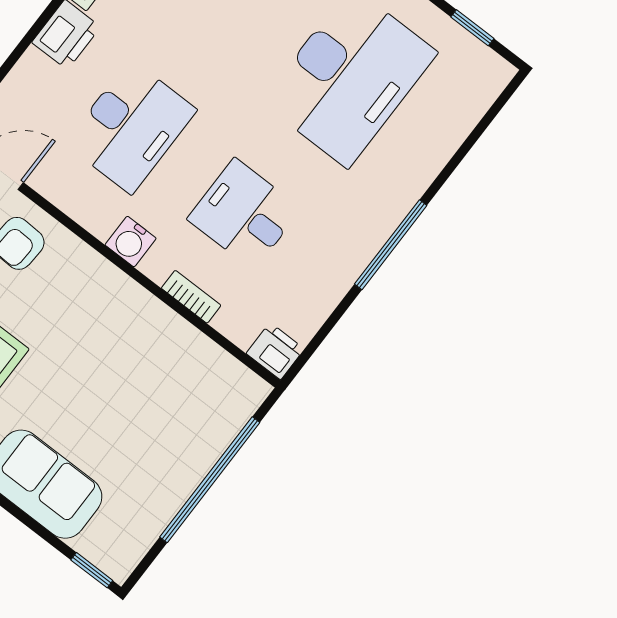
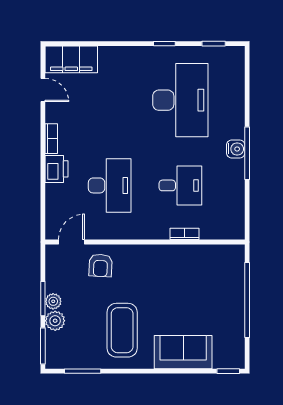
desk: (244, 214) -> (180, 185), turned 180
water cooler: (131, 242) -> (236, 149), moved, turned -90
printer: (275, 351) -> (234, 230), removed

